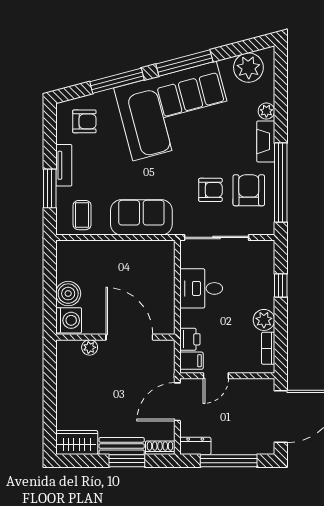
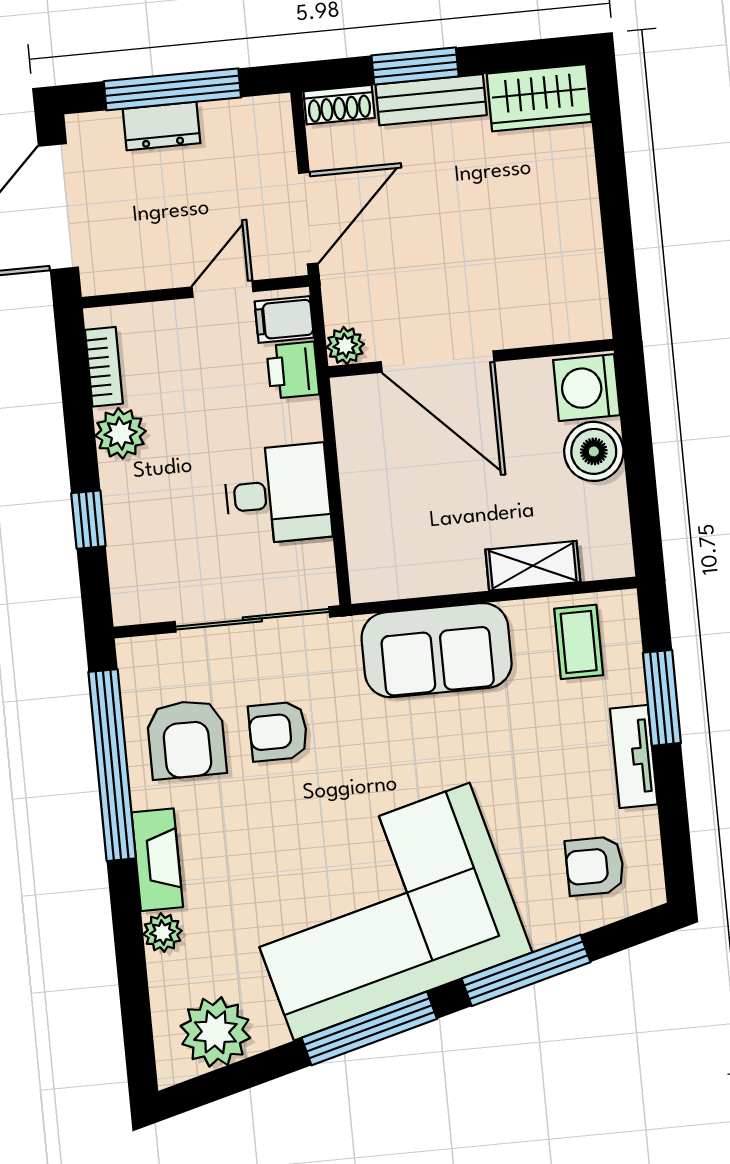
shelving: (98, 249) -> (533, 566), added
plant: (90, 347) -> (345, 346), moved
dresser: (195, 446) -> (162, 126), moved

